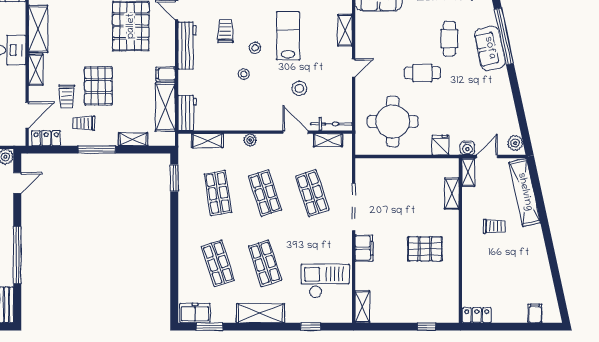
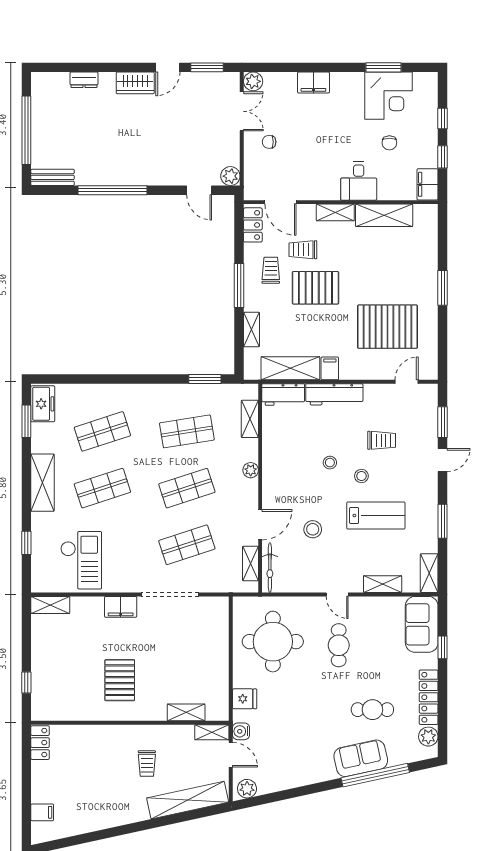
workbench: (187, 45) -> (334, 394), moved
cafe table: (422, 73) -> (339, 645), moved

